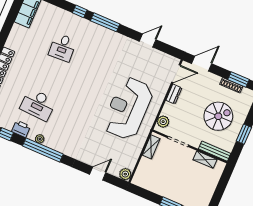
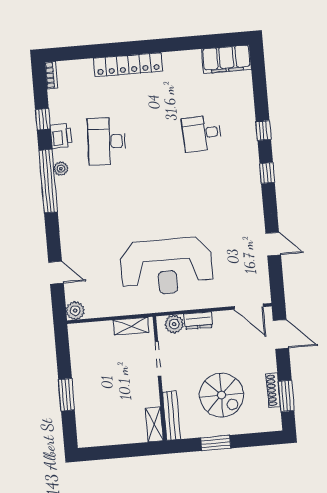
window: (105, 22) -> (267, 173), width x0.46
dresser: (174, 94) -> (198, 320), moved
reception desk: (128, 108) -> (167, 267), turned 180
shelving: (205, 160) -> (154, 424), moved

